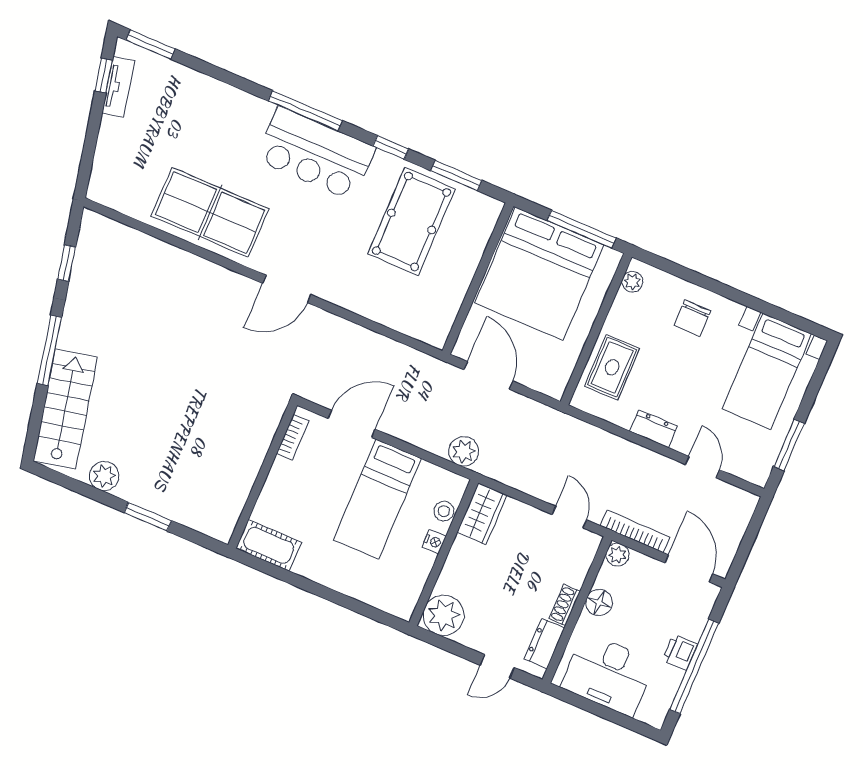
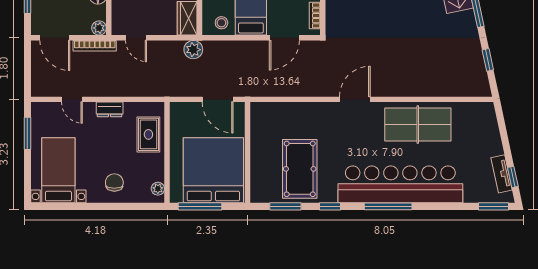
bar counter: (316, 153) -> (400, 184), width x1.86
plant: (464, 451) -> (193, 50), moved
stool: (444, 511) -> (221, 23), moved

